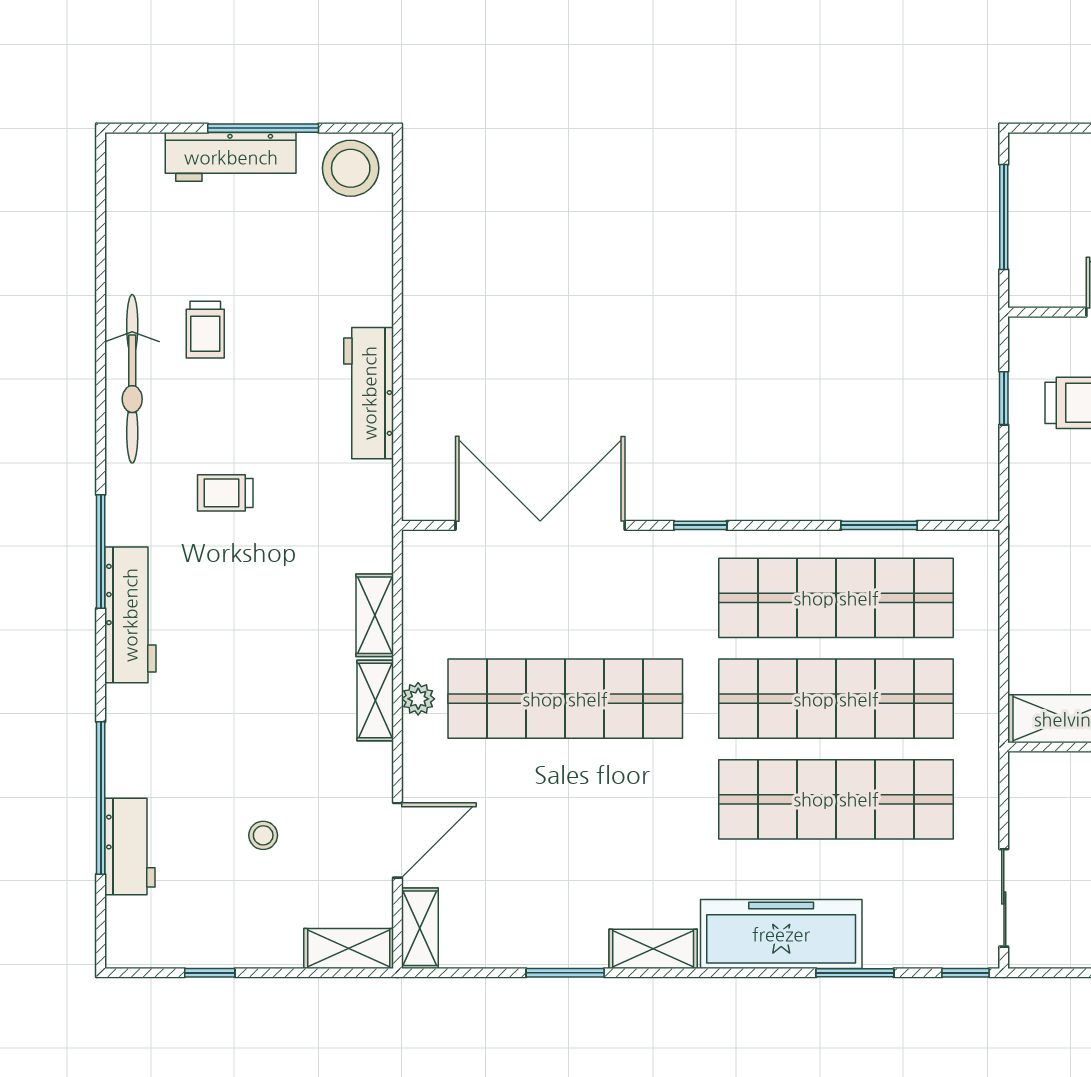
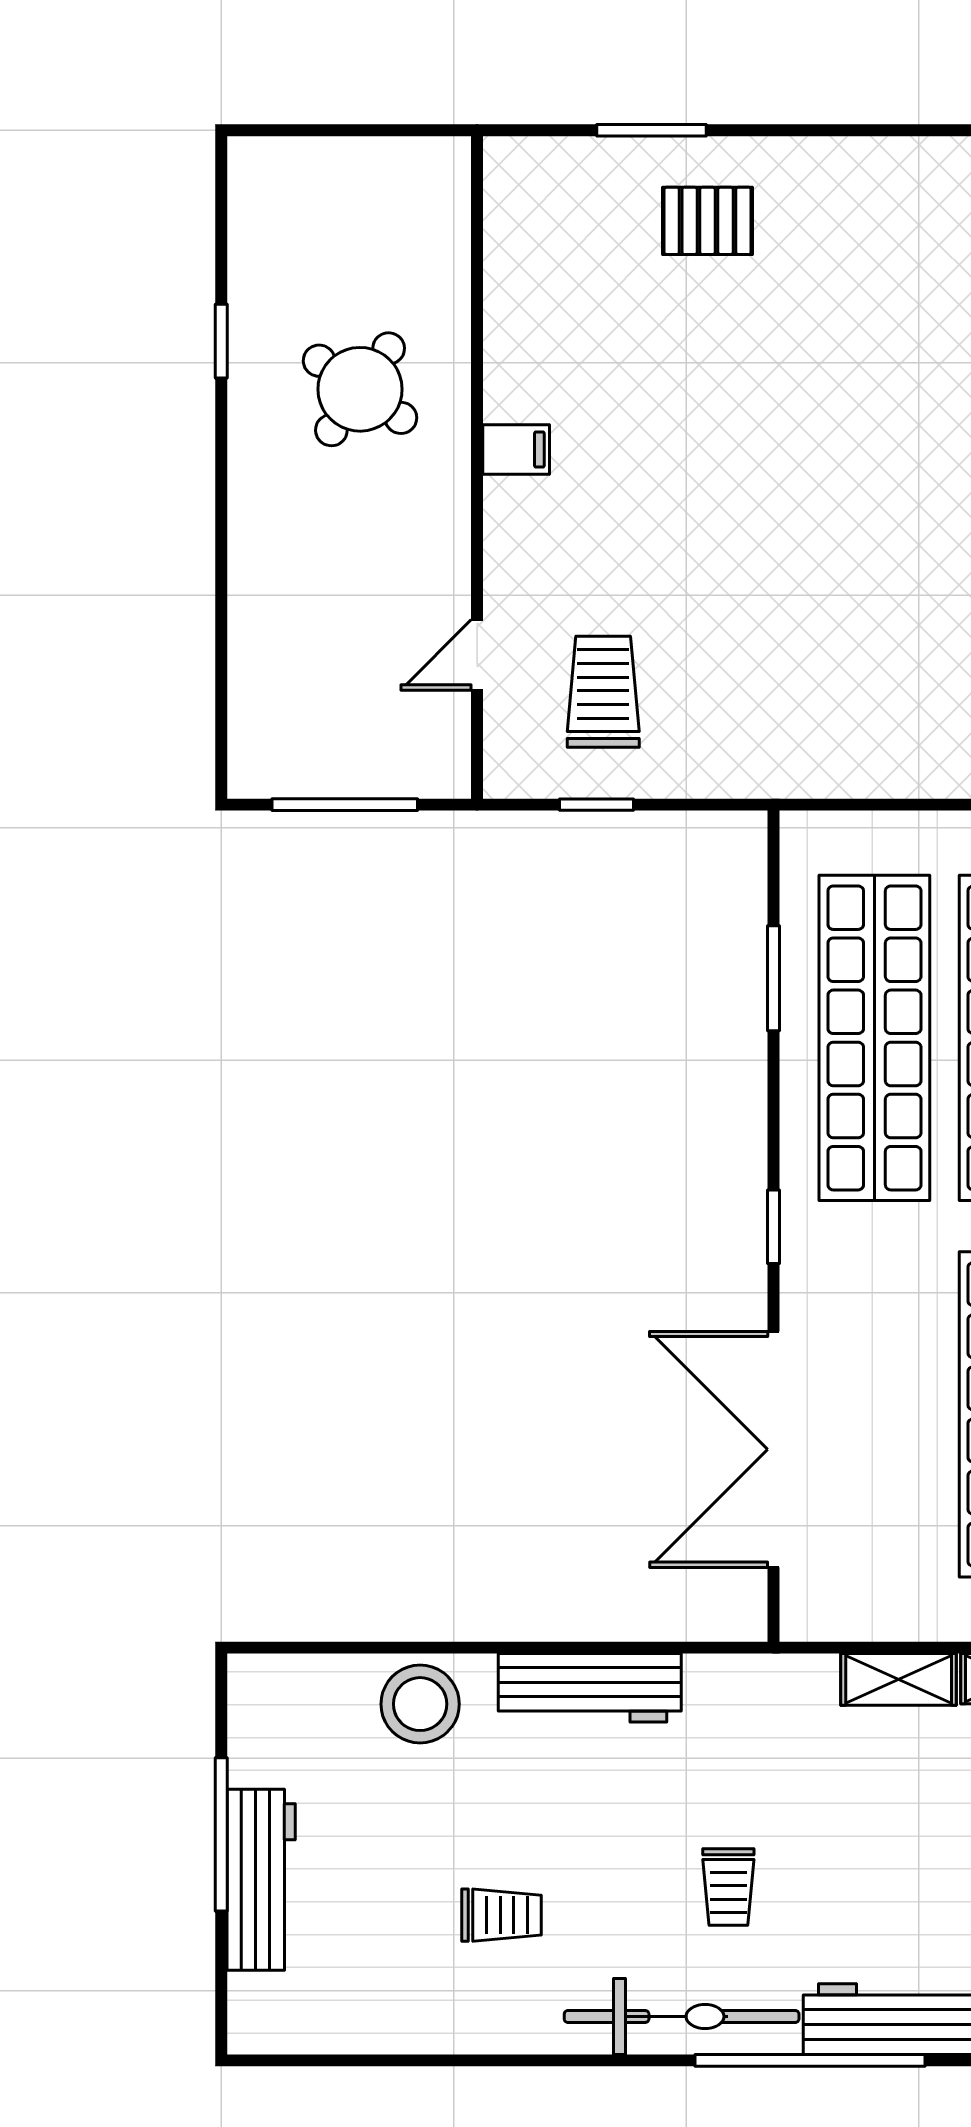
stool: (351, 168) -> (420, 1704), moved
bicycle: (132, 379) -> (682, 2017), moved
window: (101, 552) -> (810, 2060), width x1.46

